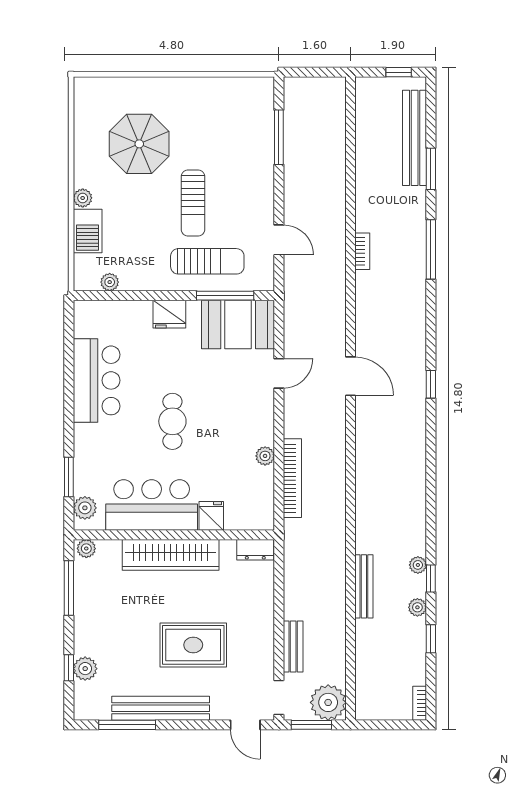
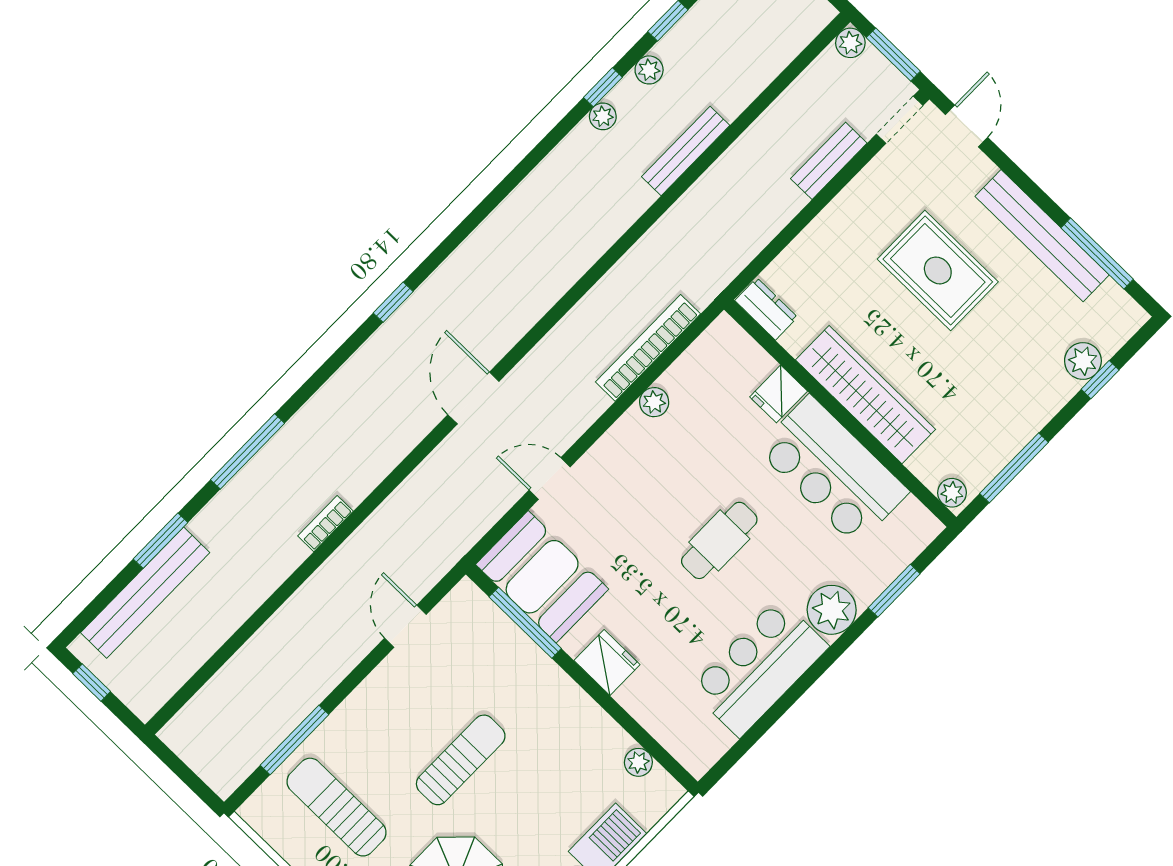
sun lounger: (207, 261) -> (337, 807), moved
plant: (85, 508) -> (832, 610), moved, width x1.36, depth x1.36
plant: (328, 702) -> (850, 43), width x0.53, depth x0.53

